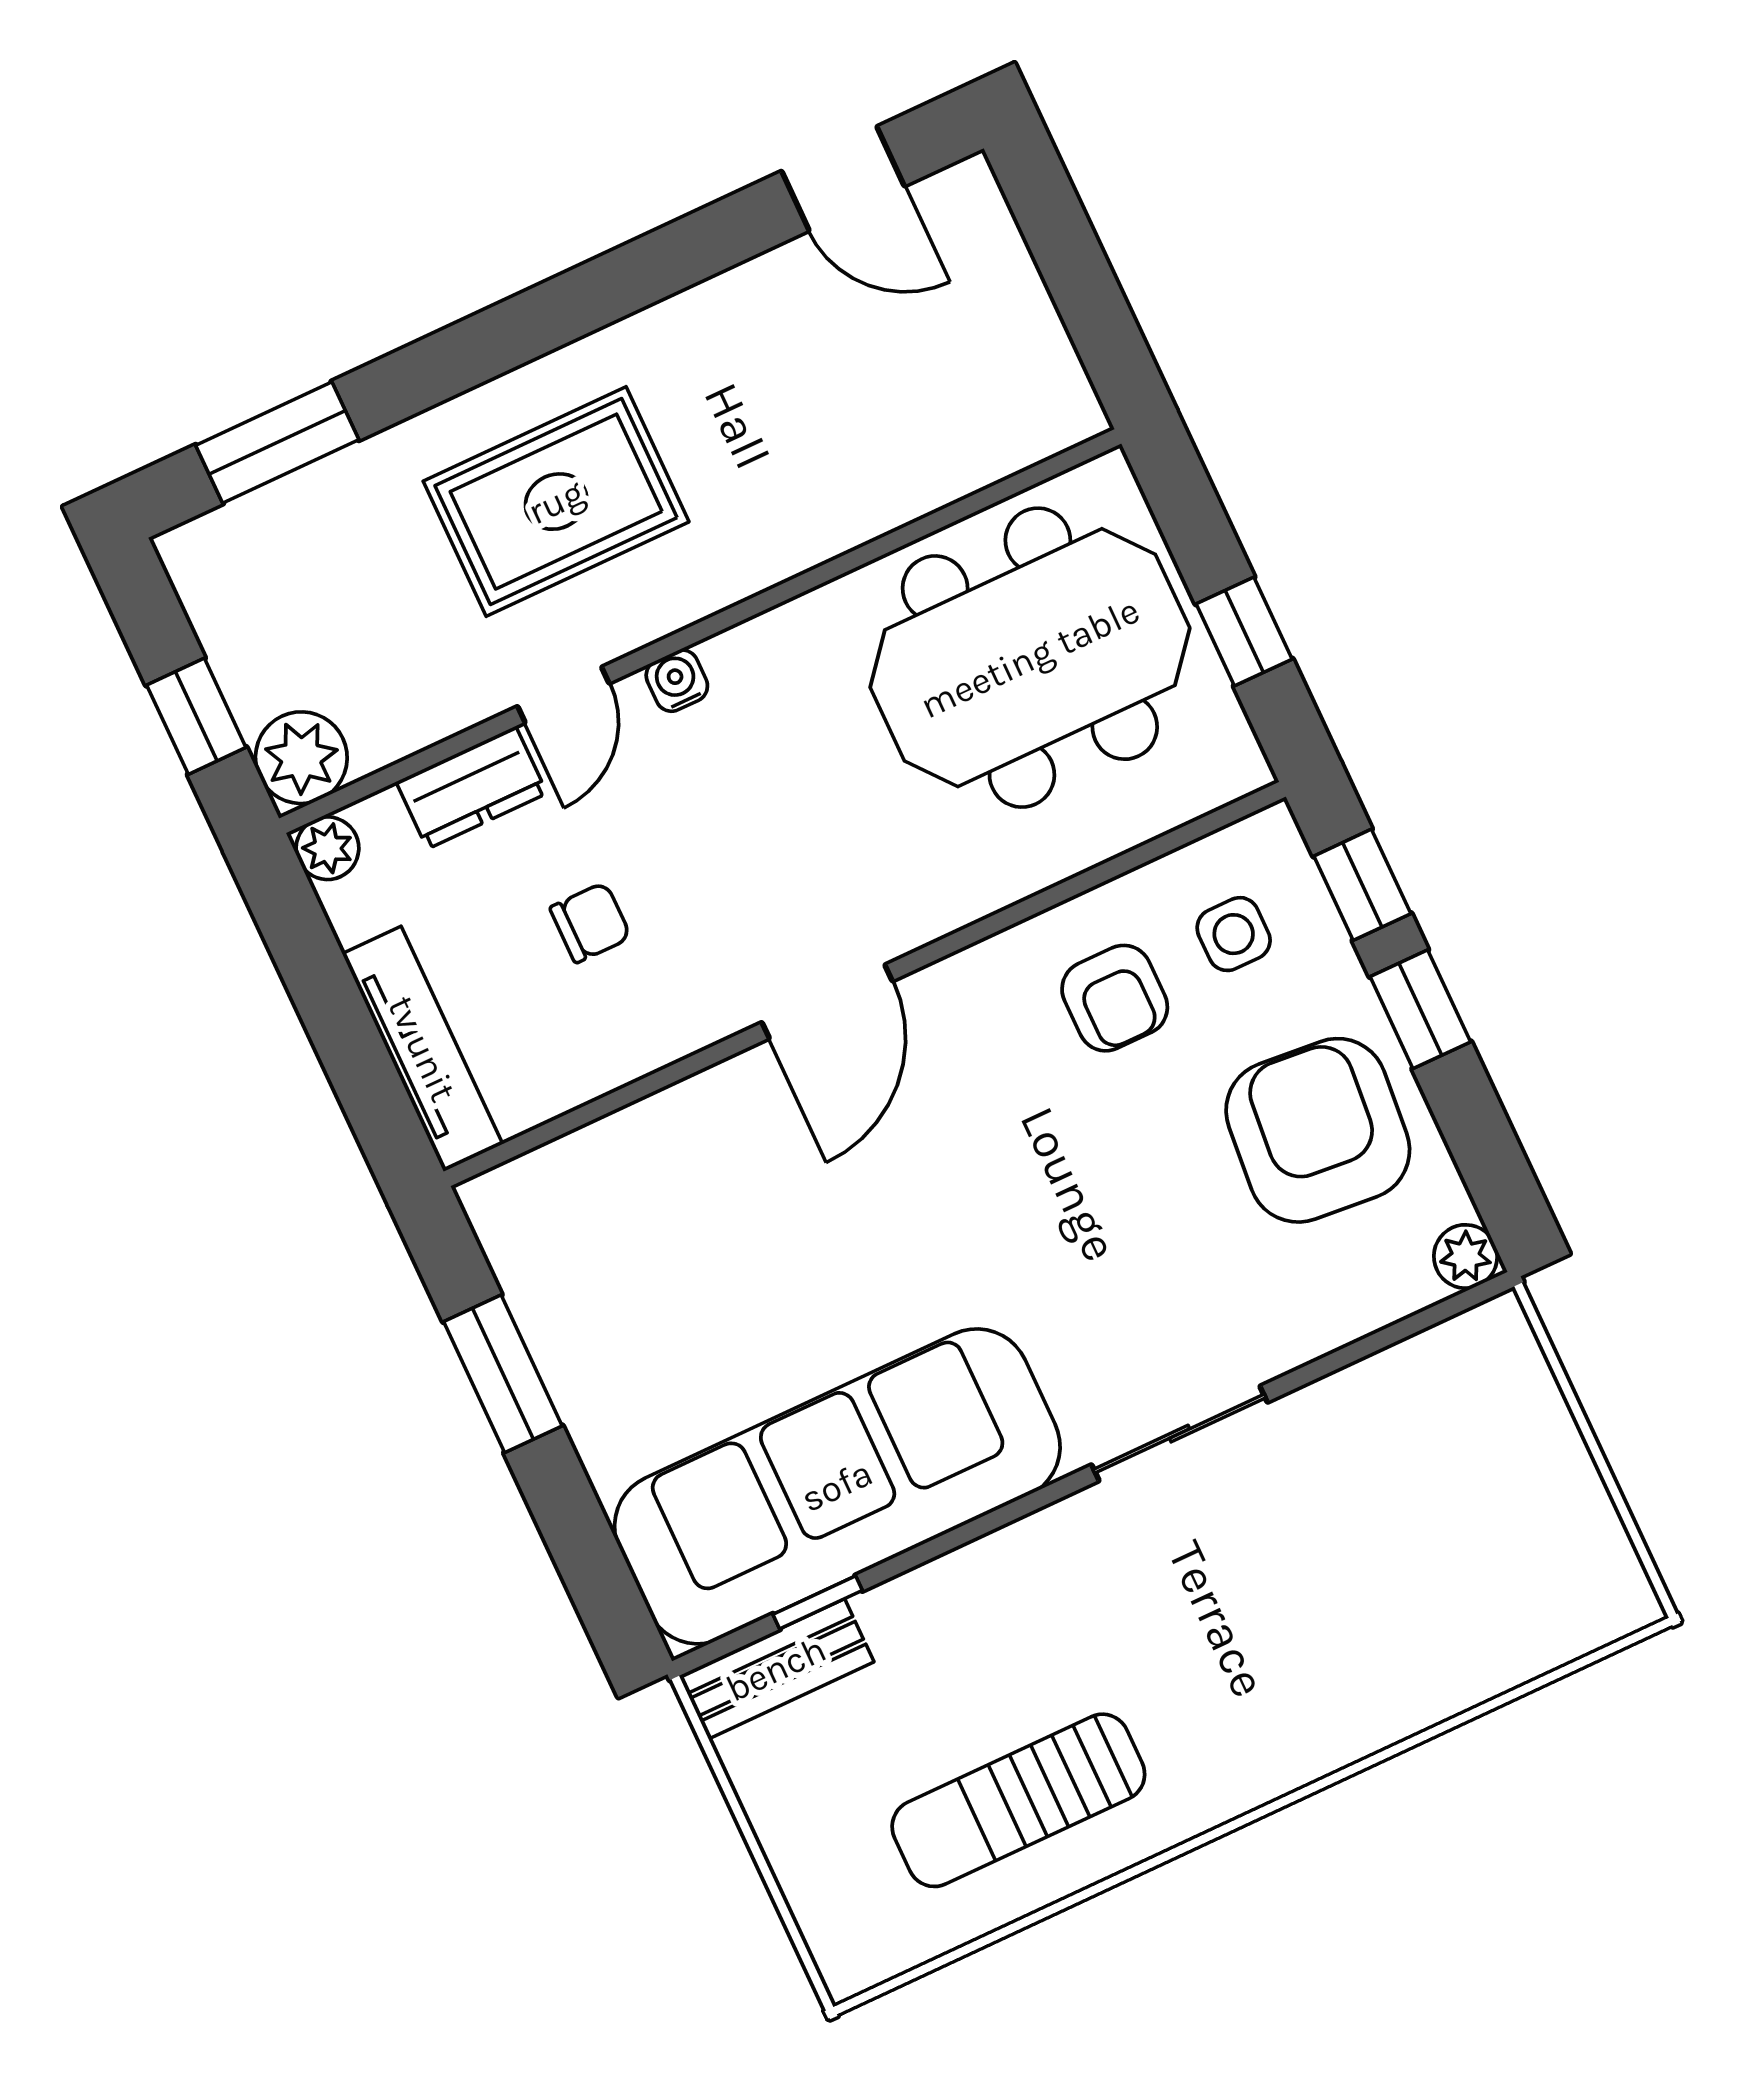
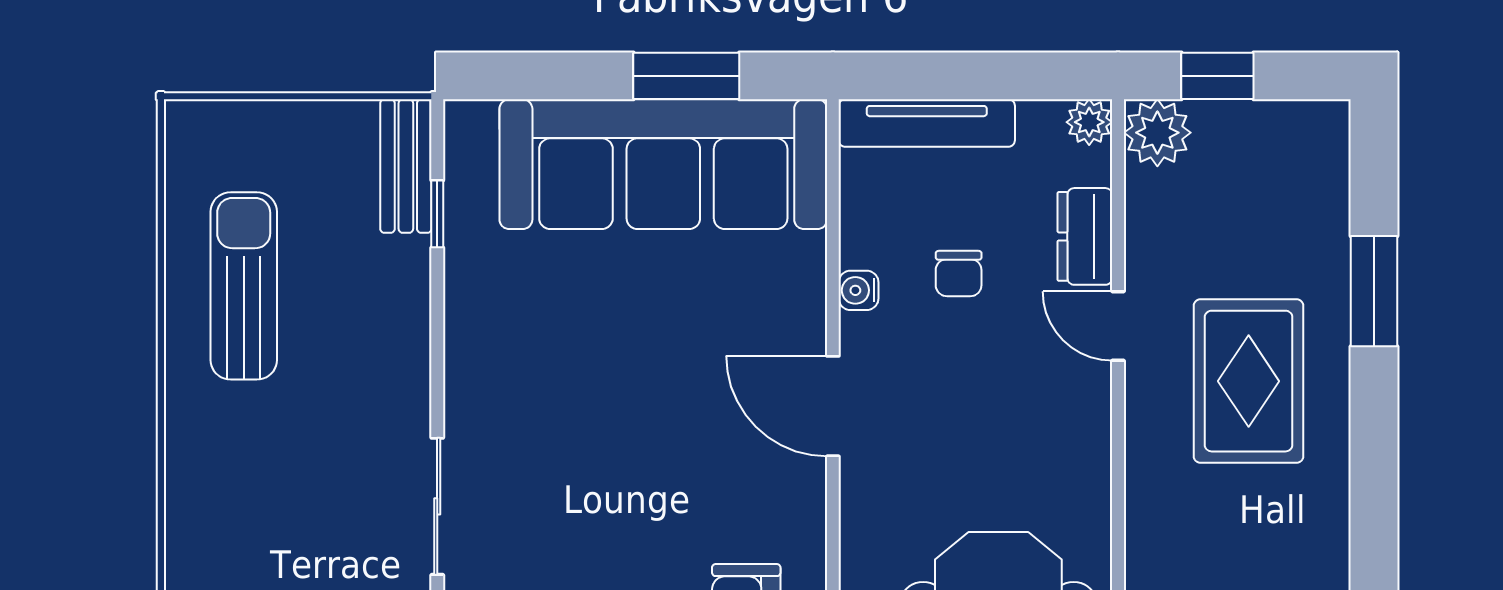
window: (277, 442) -> (1374, 291), moved
water cooler: (677, 681) -> (859, 290), moved, turned 180
sofa: (837, 1486) -> (663, 164), moved, turned 90

